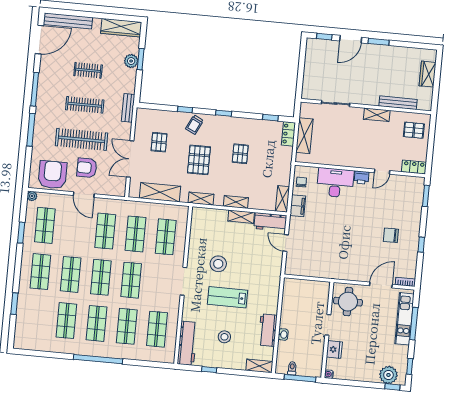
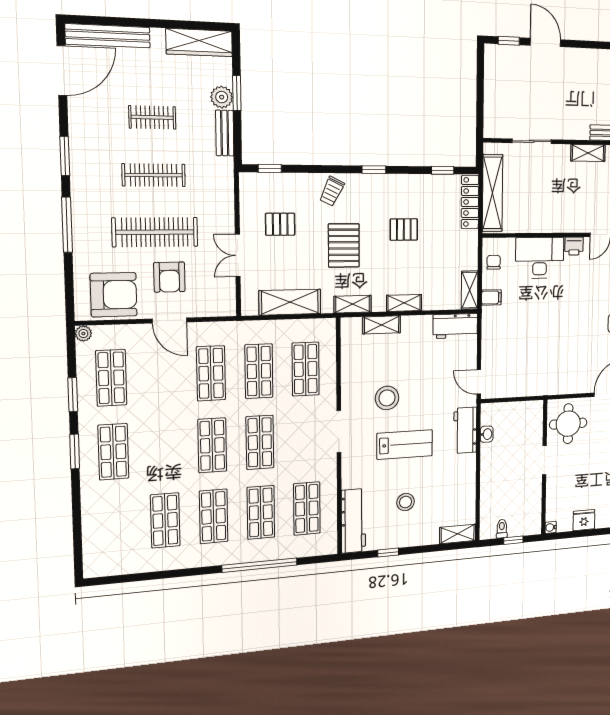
door: (351, 39) -> (545, 42), swing flipped
window: (379, 42) -> (583, 44), removed
window: (35, 89) -> (65, 156), width x0.69
bench: (128, 108) -> (225, 133), moved
window: (185, 110) -> (270, 169), moved
locker: (288, 134) -> (470, 202), width x1.53
shelving: (304, 136) -> (492, 193), width x1.47
pallet: (159, 142) -> (280, 224), turned 90
pallet: (240, 154) -> (404, 230), turned 90
double door: (130, 159) -> (238, 255), width x0.73
armchair: (87, 168) -> (169, 277), turned -90
armchair: (52, 175) -> (114, 295), turned 90
filing cabinet: (298, 206) -> (491, 298), width x0.50
shelving: (241, 217) -> (382, 325), moved
door: (286, 243) -> (479, 382), moved
shop shelf: (71, 274) -> (163, 448), removed
lab bench: (227, 297) -> (405, 445), turned 180
window: (14, 304) -> (75, 451), moved
workbench: (268, 330) -> (465, 430), moved
washbasin: (283, 334) -> (487, 434), moved
fridge: (334, 349) -> (584, 520), moved, turned -90
window: (98, 359) -> (260, 565), moved
window: (300, 378) -> (513, 540), width x0.46

